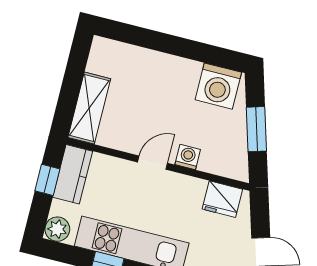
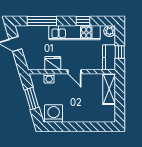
washing machine: (188, 157) -> (49, 78), moved
door: (153, 163) -> (74, 72), hinge flipped
fridge: (222, 199) -> (53, 63), moved

